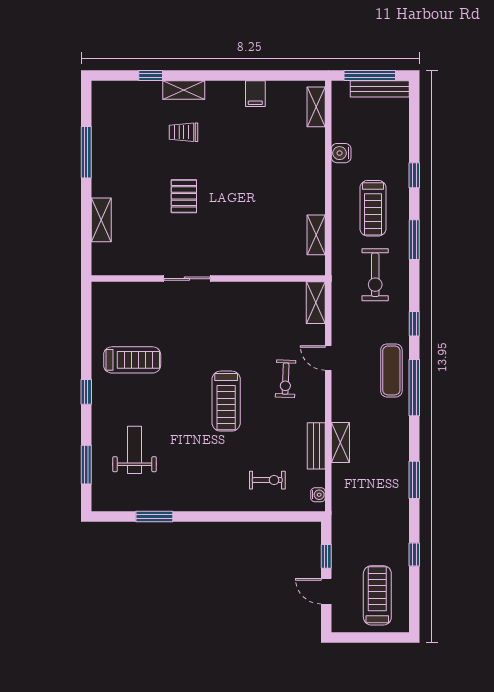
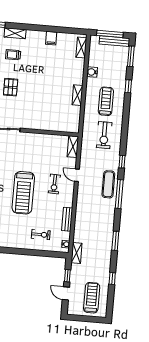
treadmill: (373, 208) -> (106, 101), turned 180
shelving: (316, 235) -> (77, 95), moved
window: (414, 240) -> (131, 56), moved
treadmill: (226, 401) -> (23, 193), width x1.37, depth x1.38
shelving: (340, 442) -> (77, 253), moved

